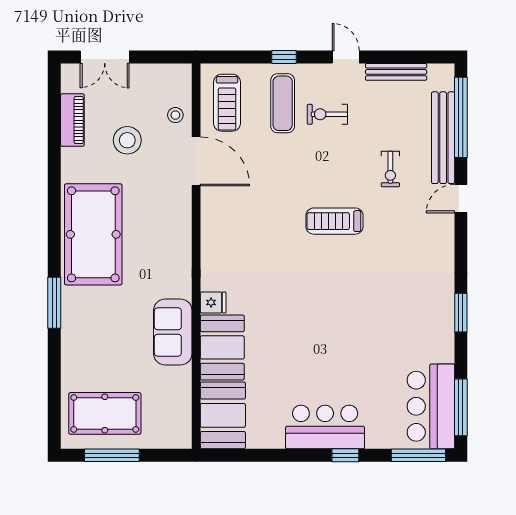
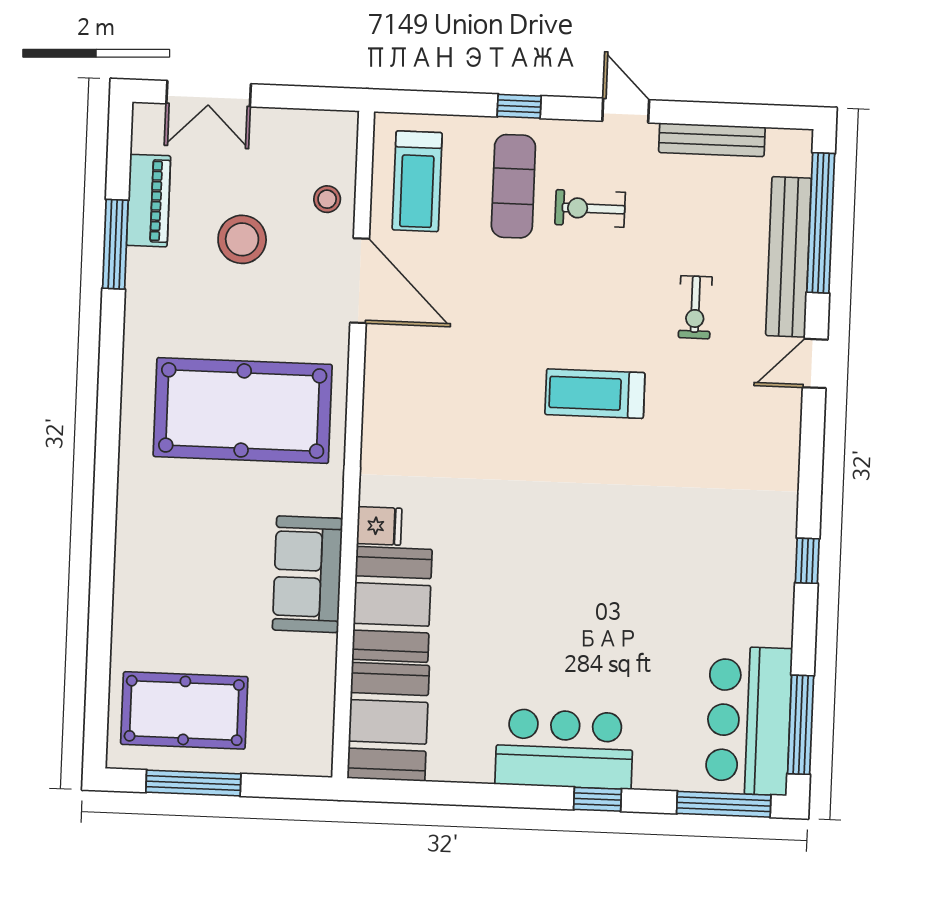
pool table: (93, 234) -> (243, 410), moved, turned 90
window: (54, 303) -> (115, 244), moved
window: (461, 313) -> (807, 561), width x0.67

